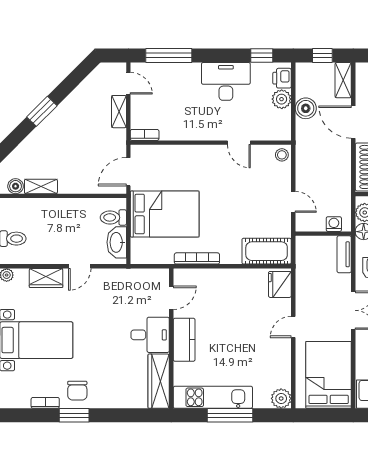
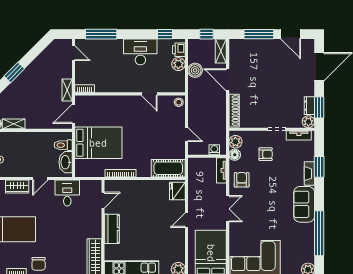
shelving: (119, 112) -> (67, 90), moved
desk: (150, 335) -> (67, 193), moved, turned -90

